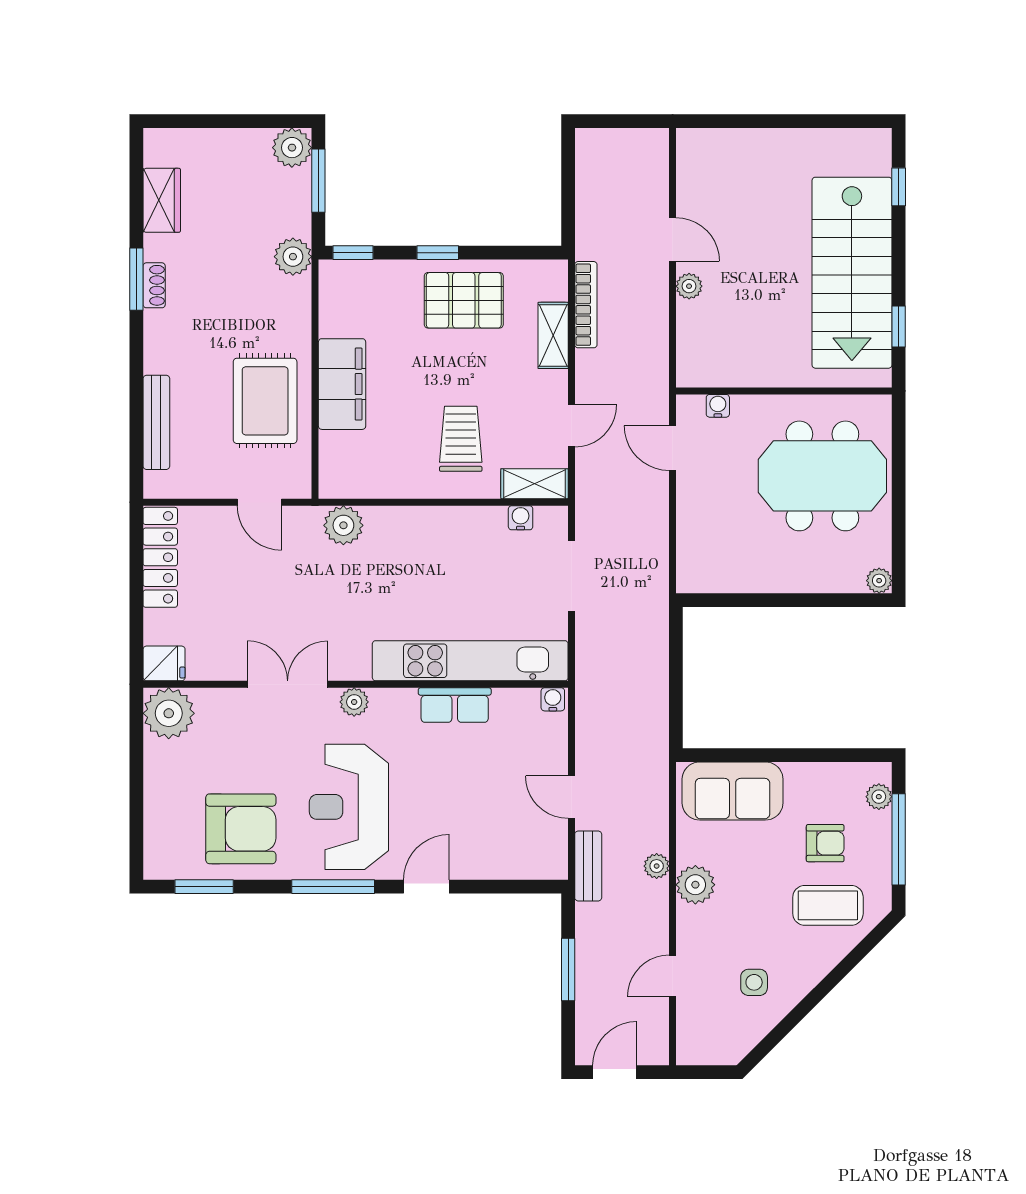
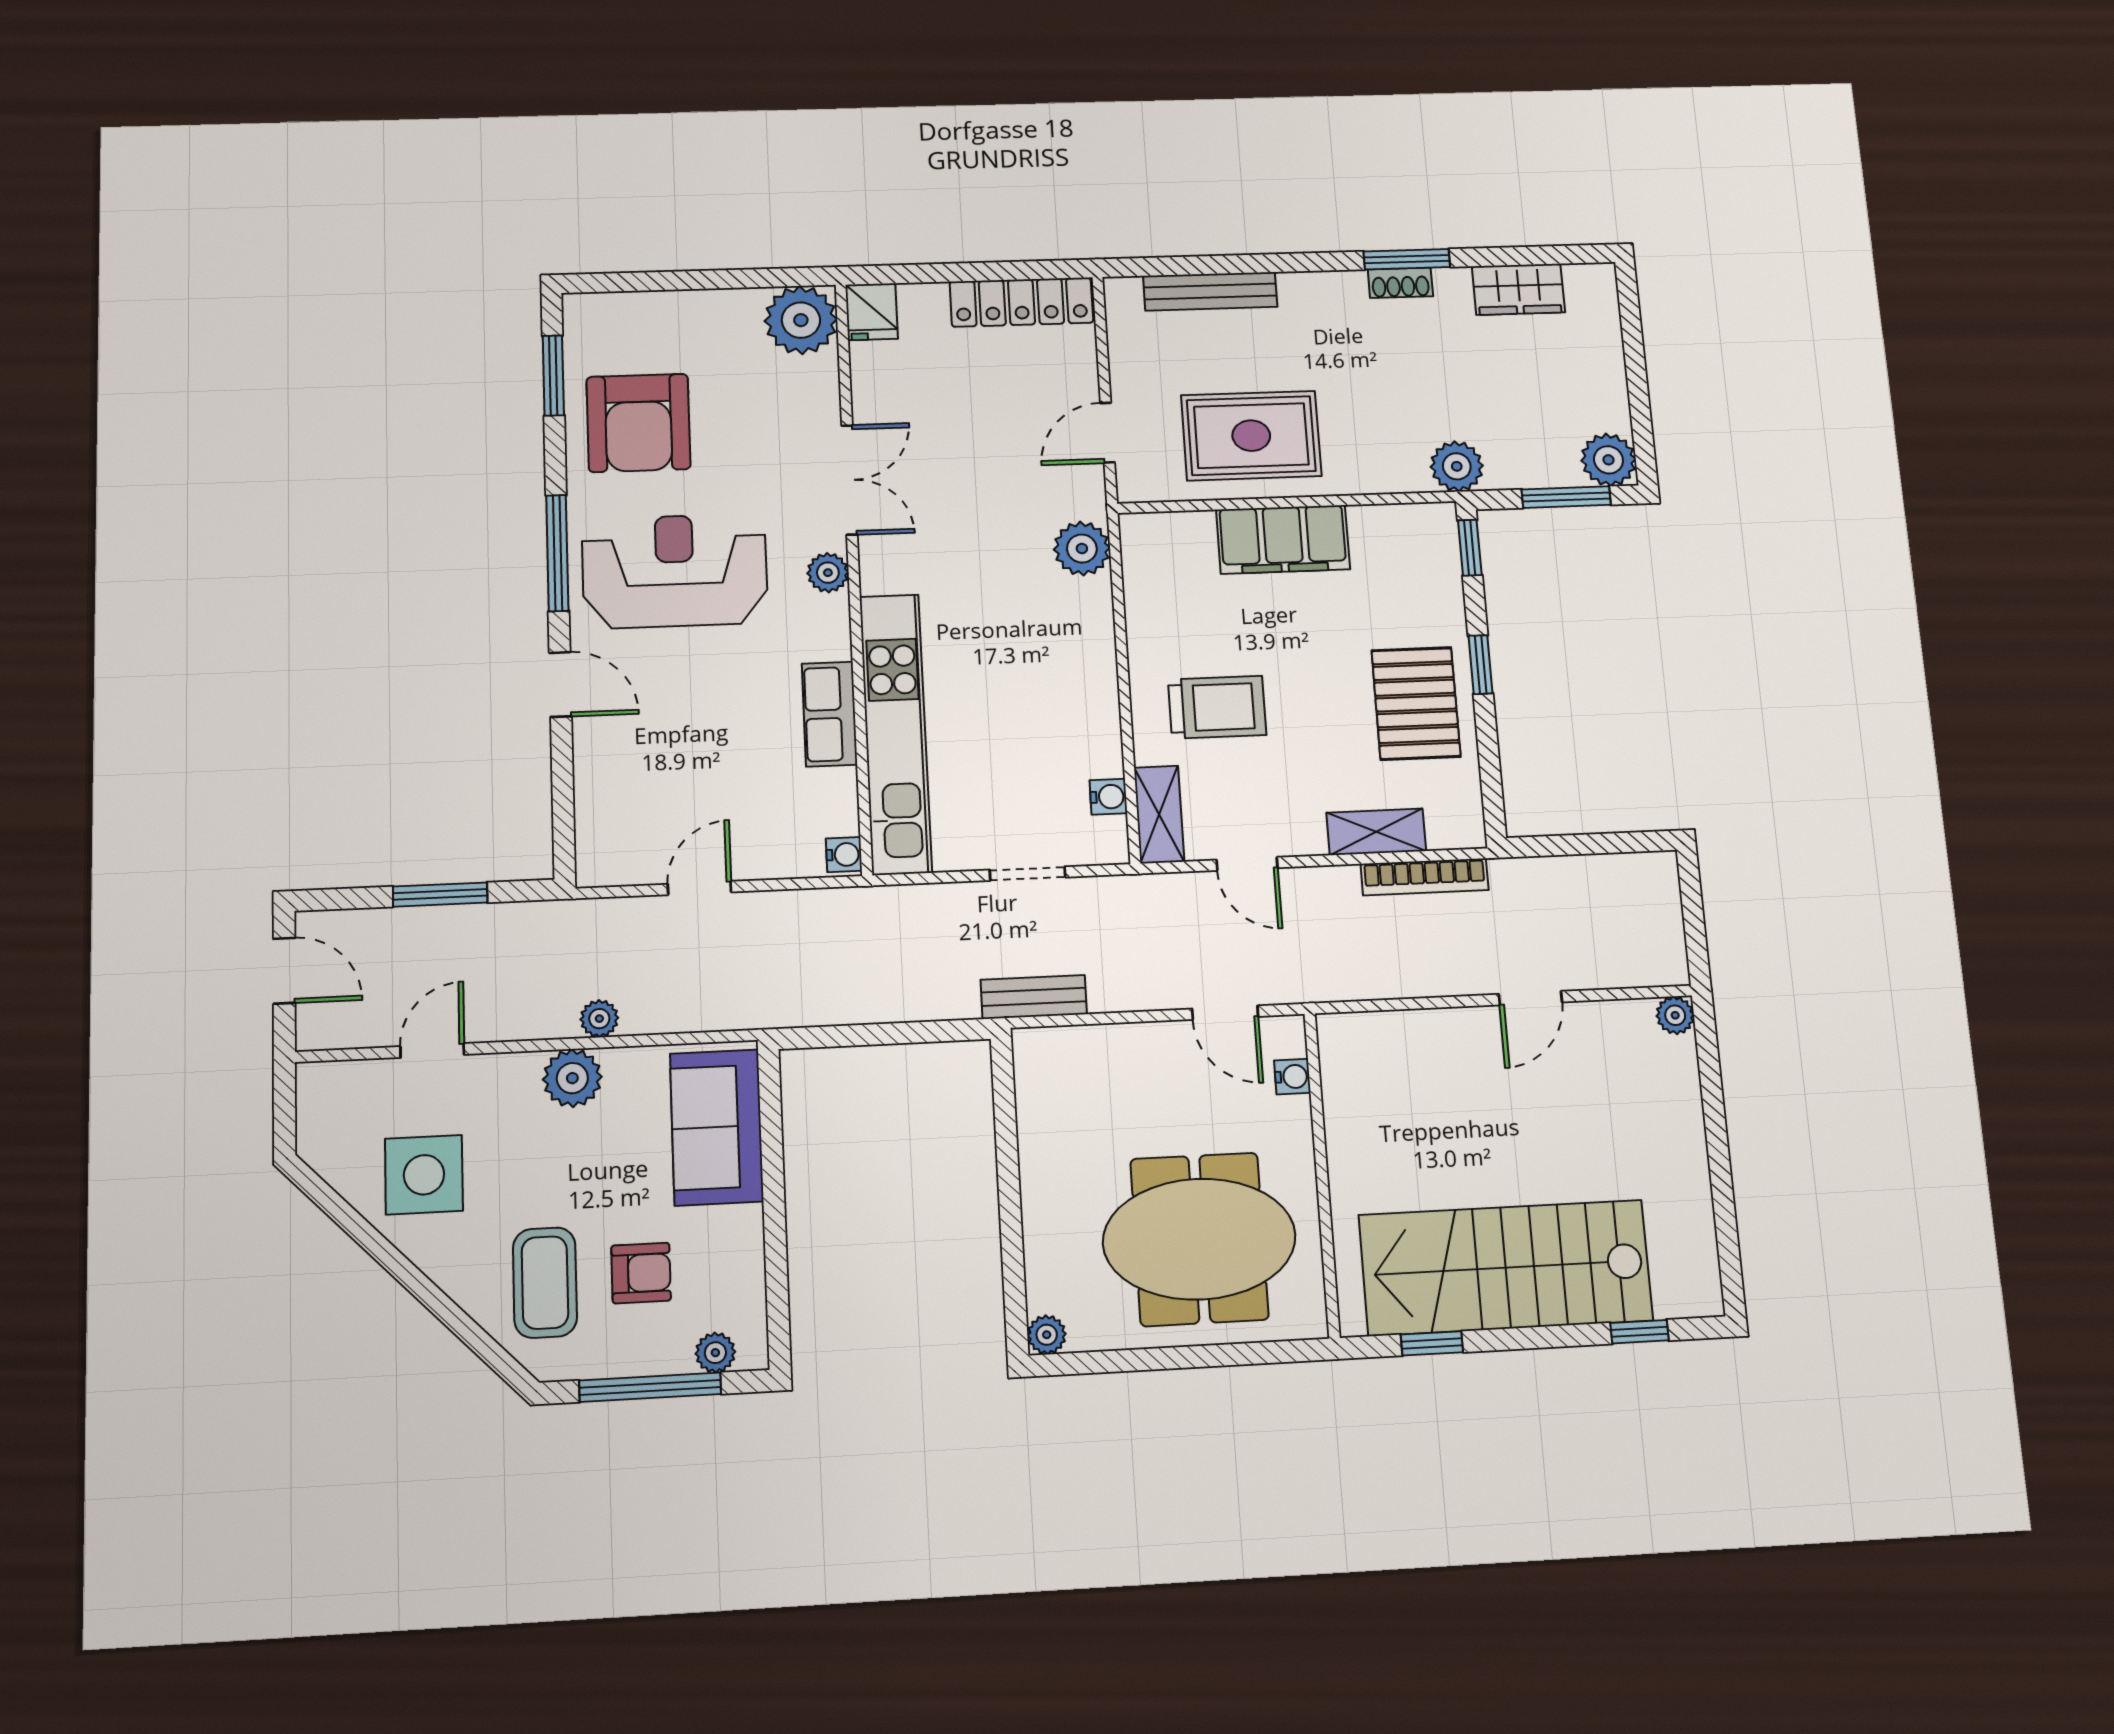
plant: (689, 286) -> (1675, 1015), moved
door: (673, 448) -> (1225, 1013), swing flipped
meeting table: (822, 476) -> (1199, 1239), turned 90
doorway: (571, 576) -> (1027, 874), width x0.73
armchair: (825, 843) -> (641, 1273), turned -90
bench: (588, 866) -> (1034, 997), moved
door: (673, 976) -> (432, 1051), hinge flipped
side table: (754, 982) -> (424, 1175), width x1.87, depth x1.87

